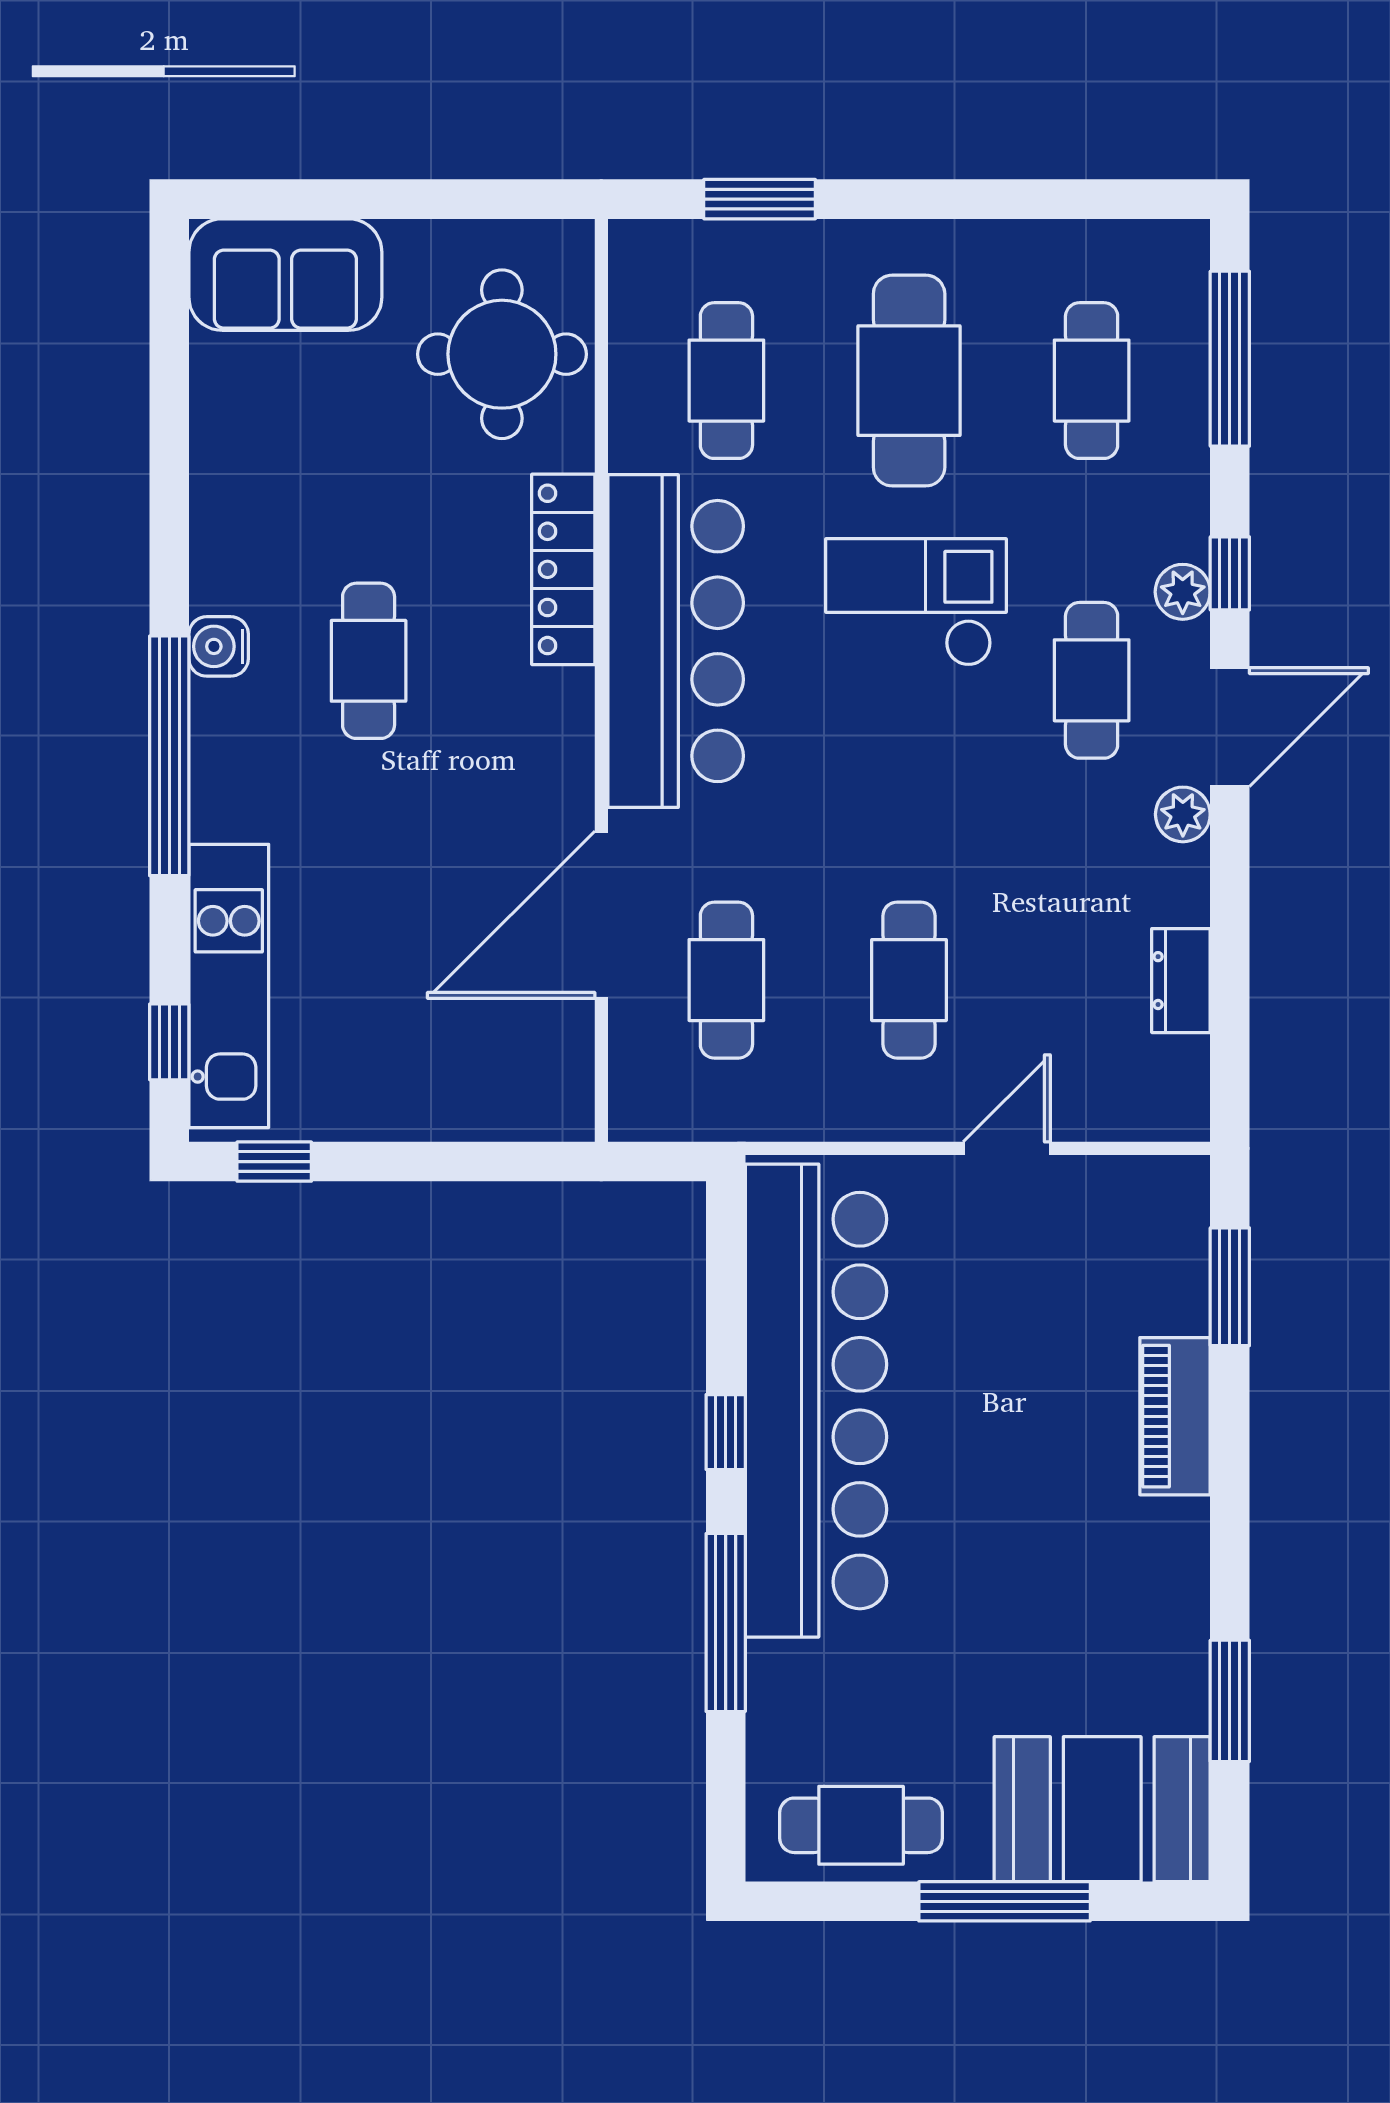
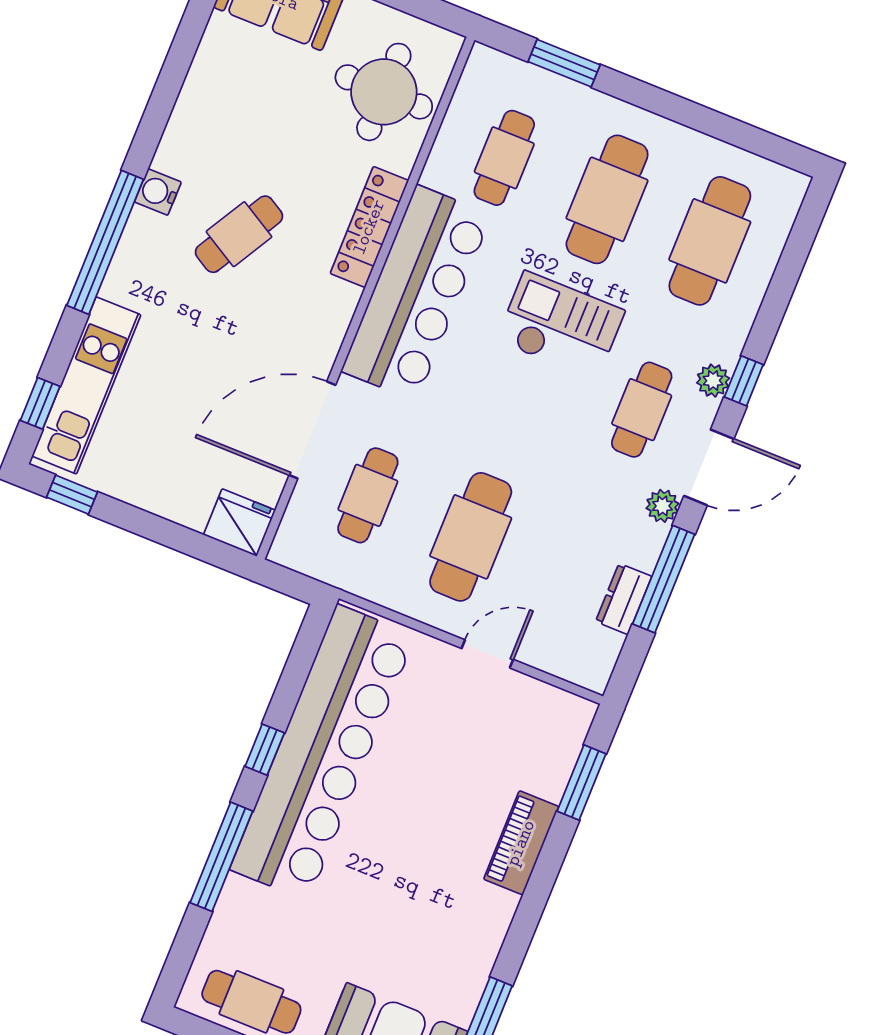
window: (1230, 359) -> (664, 579), moved
cafe table: (1092, 381) -> (710, 241), width x1.37, depth x1.35
cafe table: (369, 661) -> (239, 234), turned 30
cafe table: (909, 980) -> (471, 537), width x1.37, depth x1.35
fridge: (547, 1101) -> (239, 523), added

